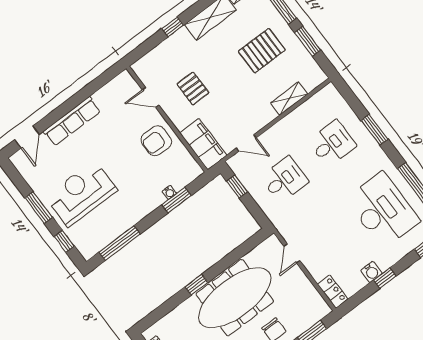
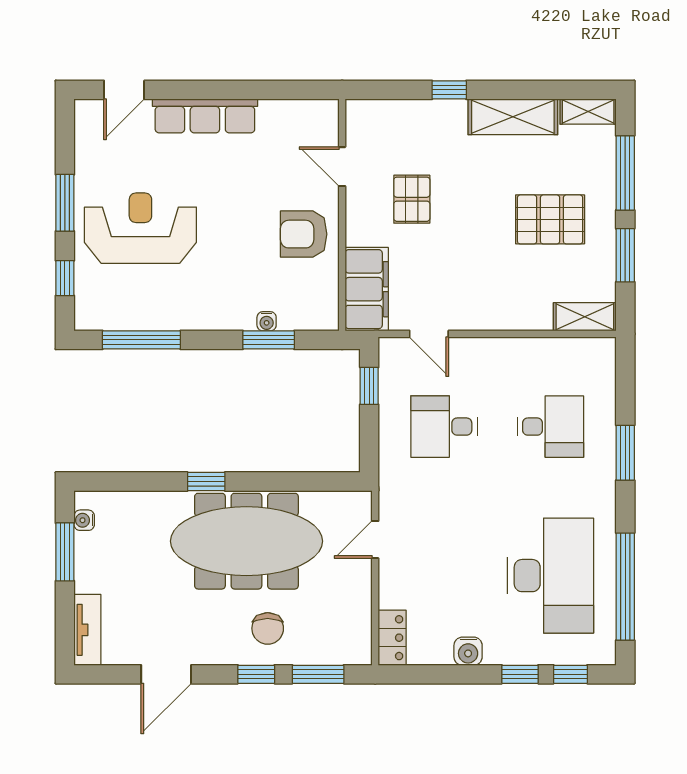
shelving: (289, 99) -> (585, 317), moved
desk: (284, 179) -> (444, 427), turned 180
window: (385, 278) -> (520, 674), moved

